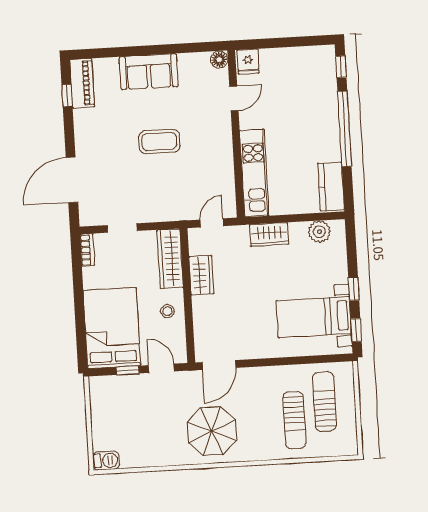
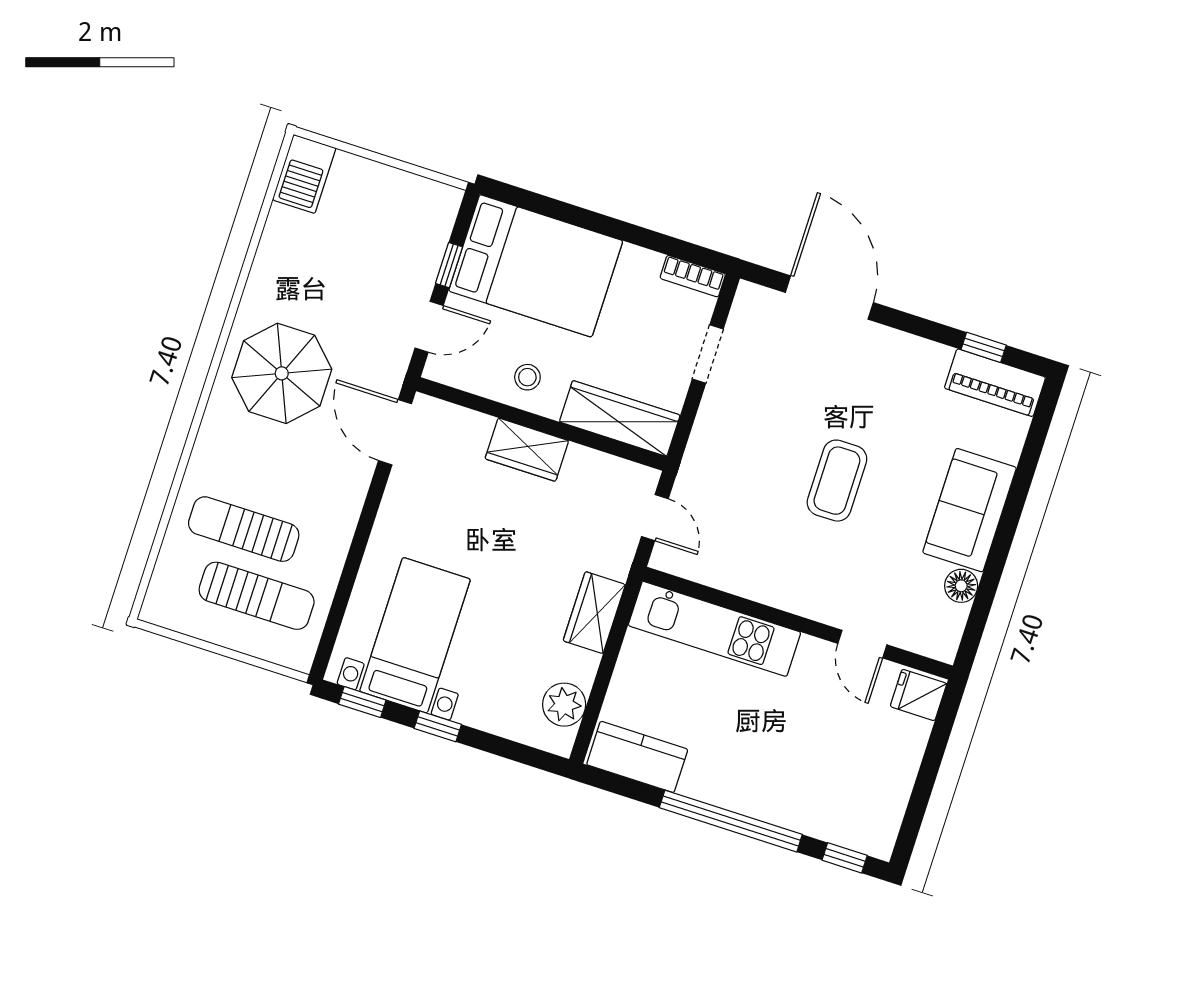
floor lamp: (219, 60) -> (961, 586), moved
wardrobe: (201, 275) -> (527, 450), moved
barbecue: (106, 460) -> (304, 174), width x1.38, depth x1.27

